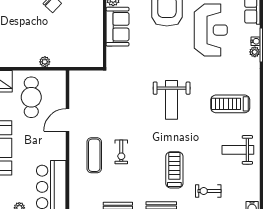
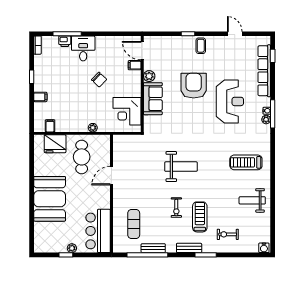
corner desk: (86, 42) -> (127, 111), added
weight bench: (172, 100) -> (181, 167), moved, turned -90
exercise bike: (121, 152) -> (176, 208), moved
exercise mat: (94, 155) -> (134, 224), moved

